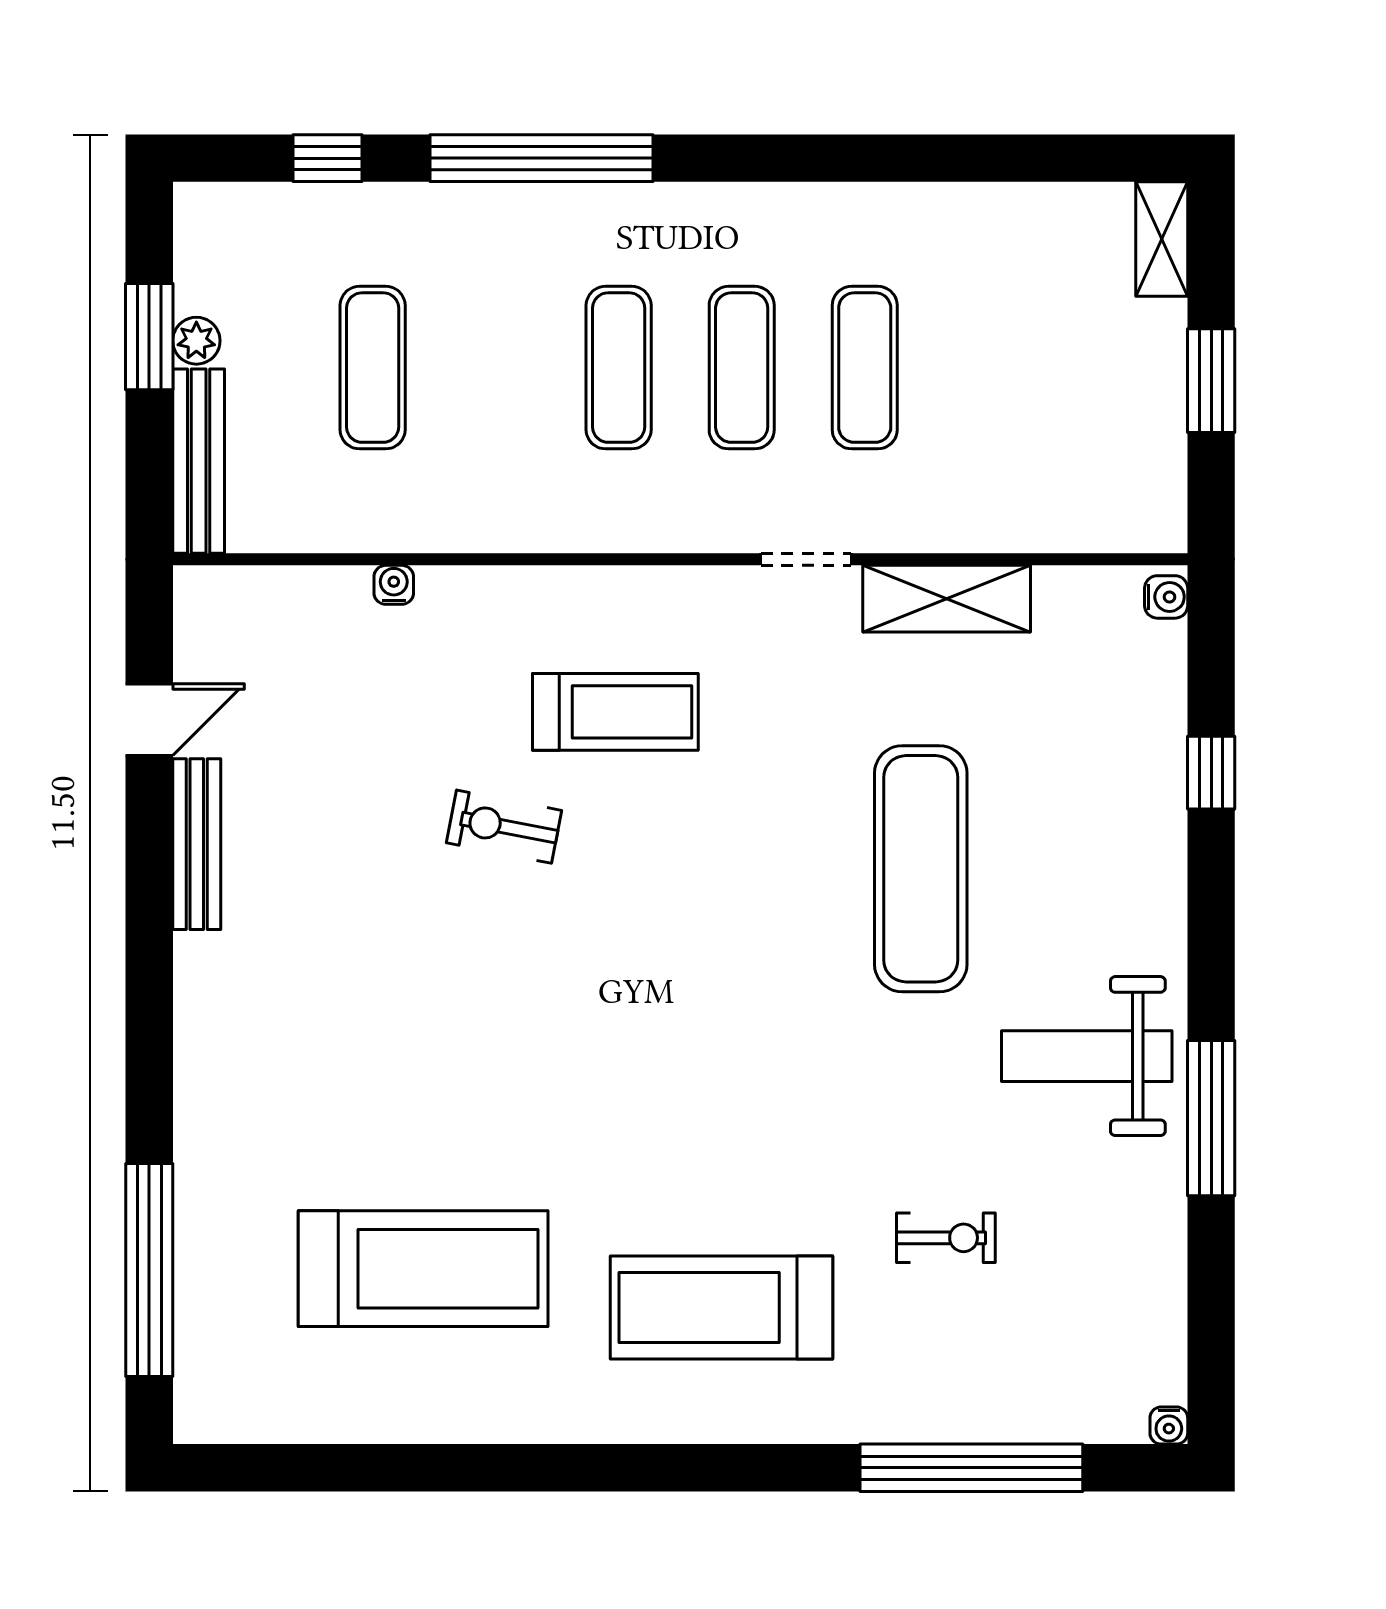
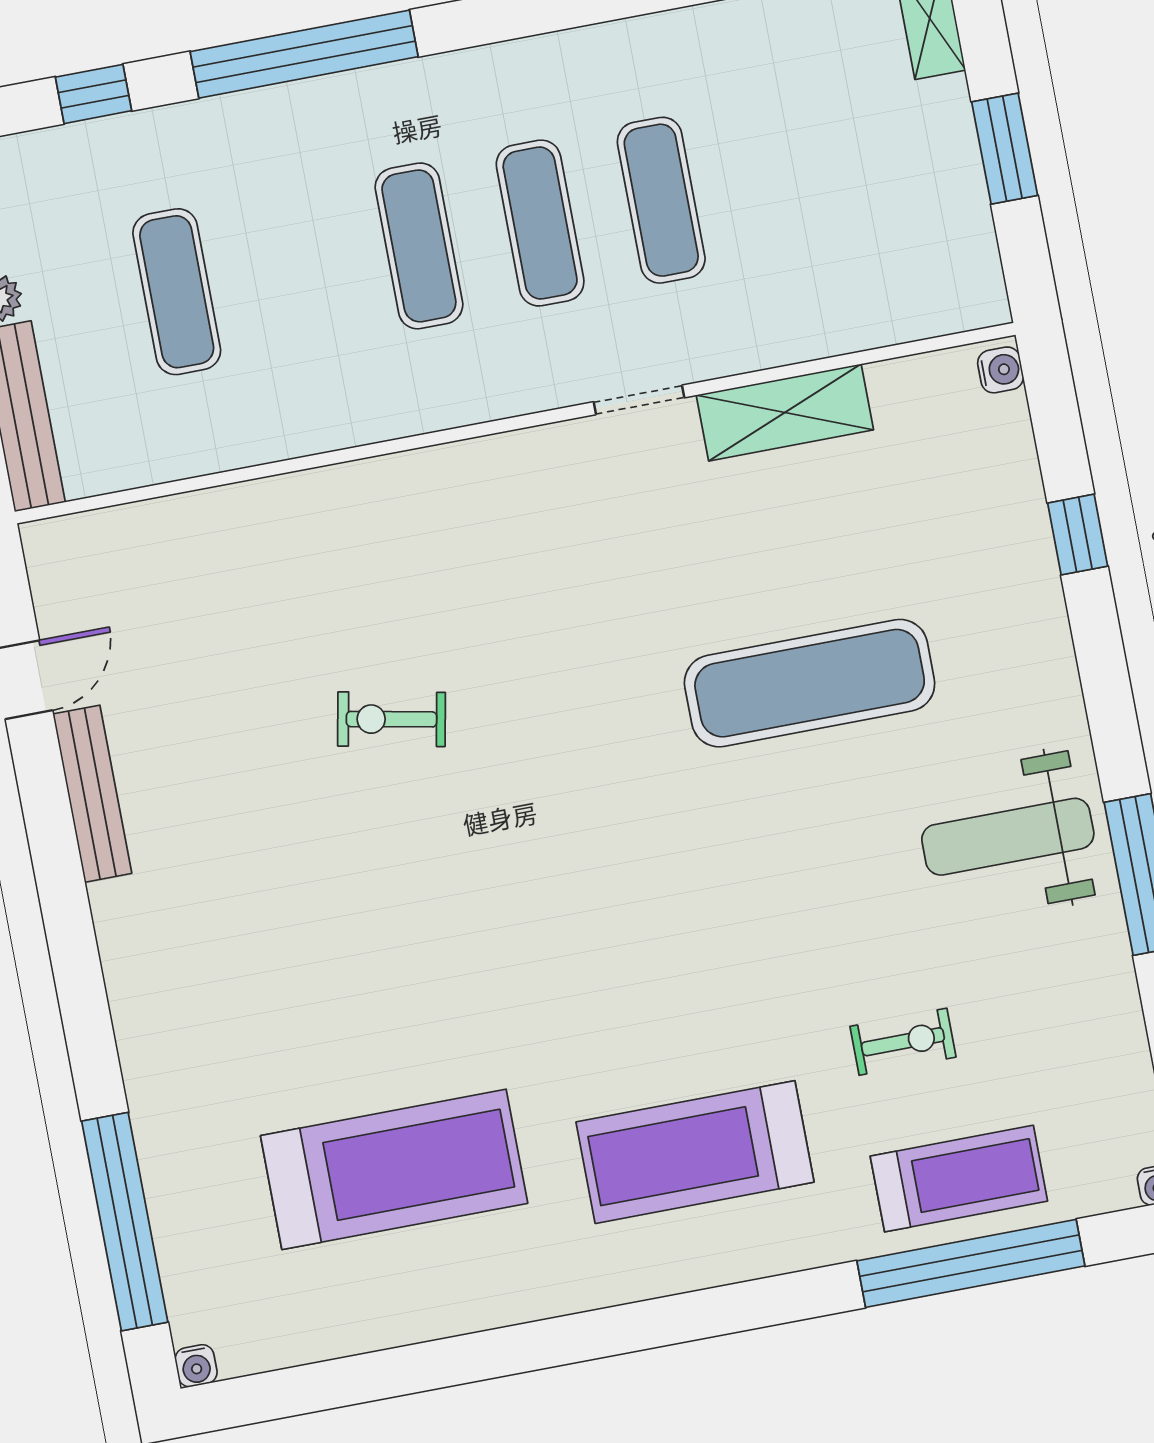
water cooler: (394, 585) -> (196, 1366), moved, turned 180
treadmill: (615, 712) -> (959, 1179), moved
exercise mat: (921, 869) -> (810, 683), turned 90

